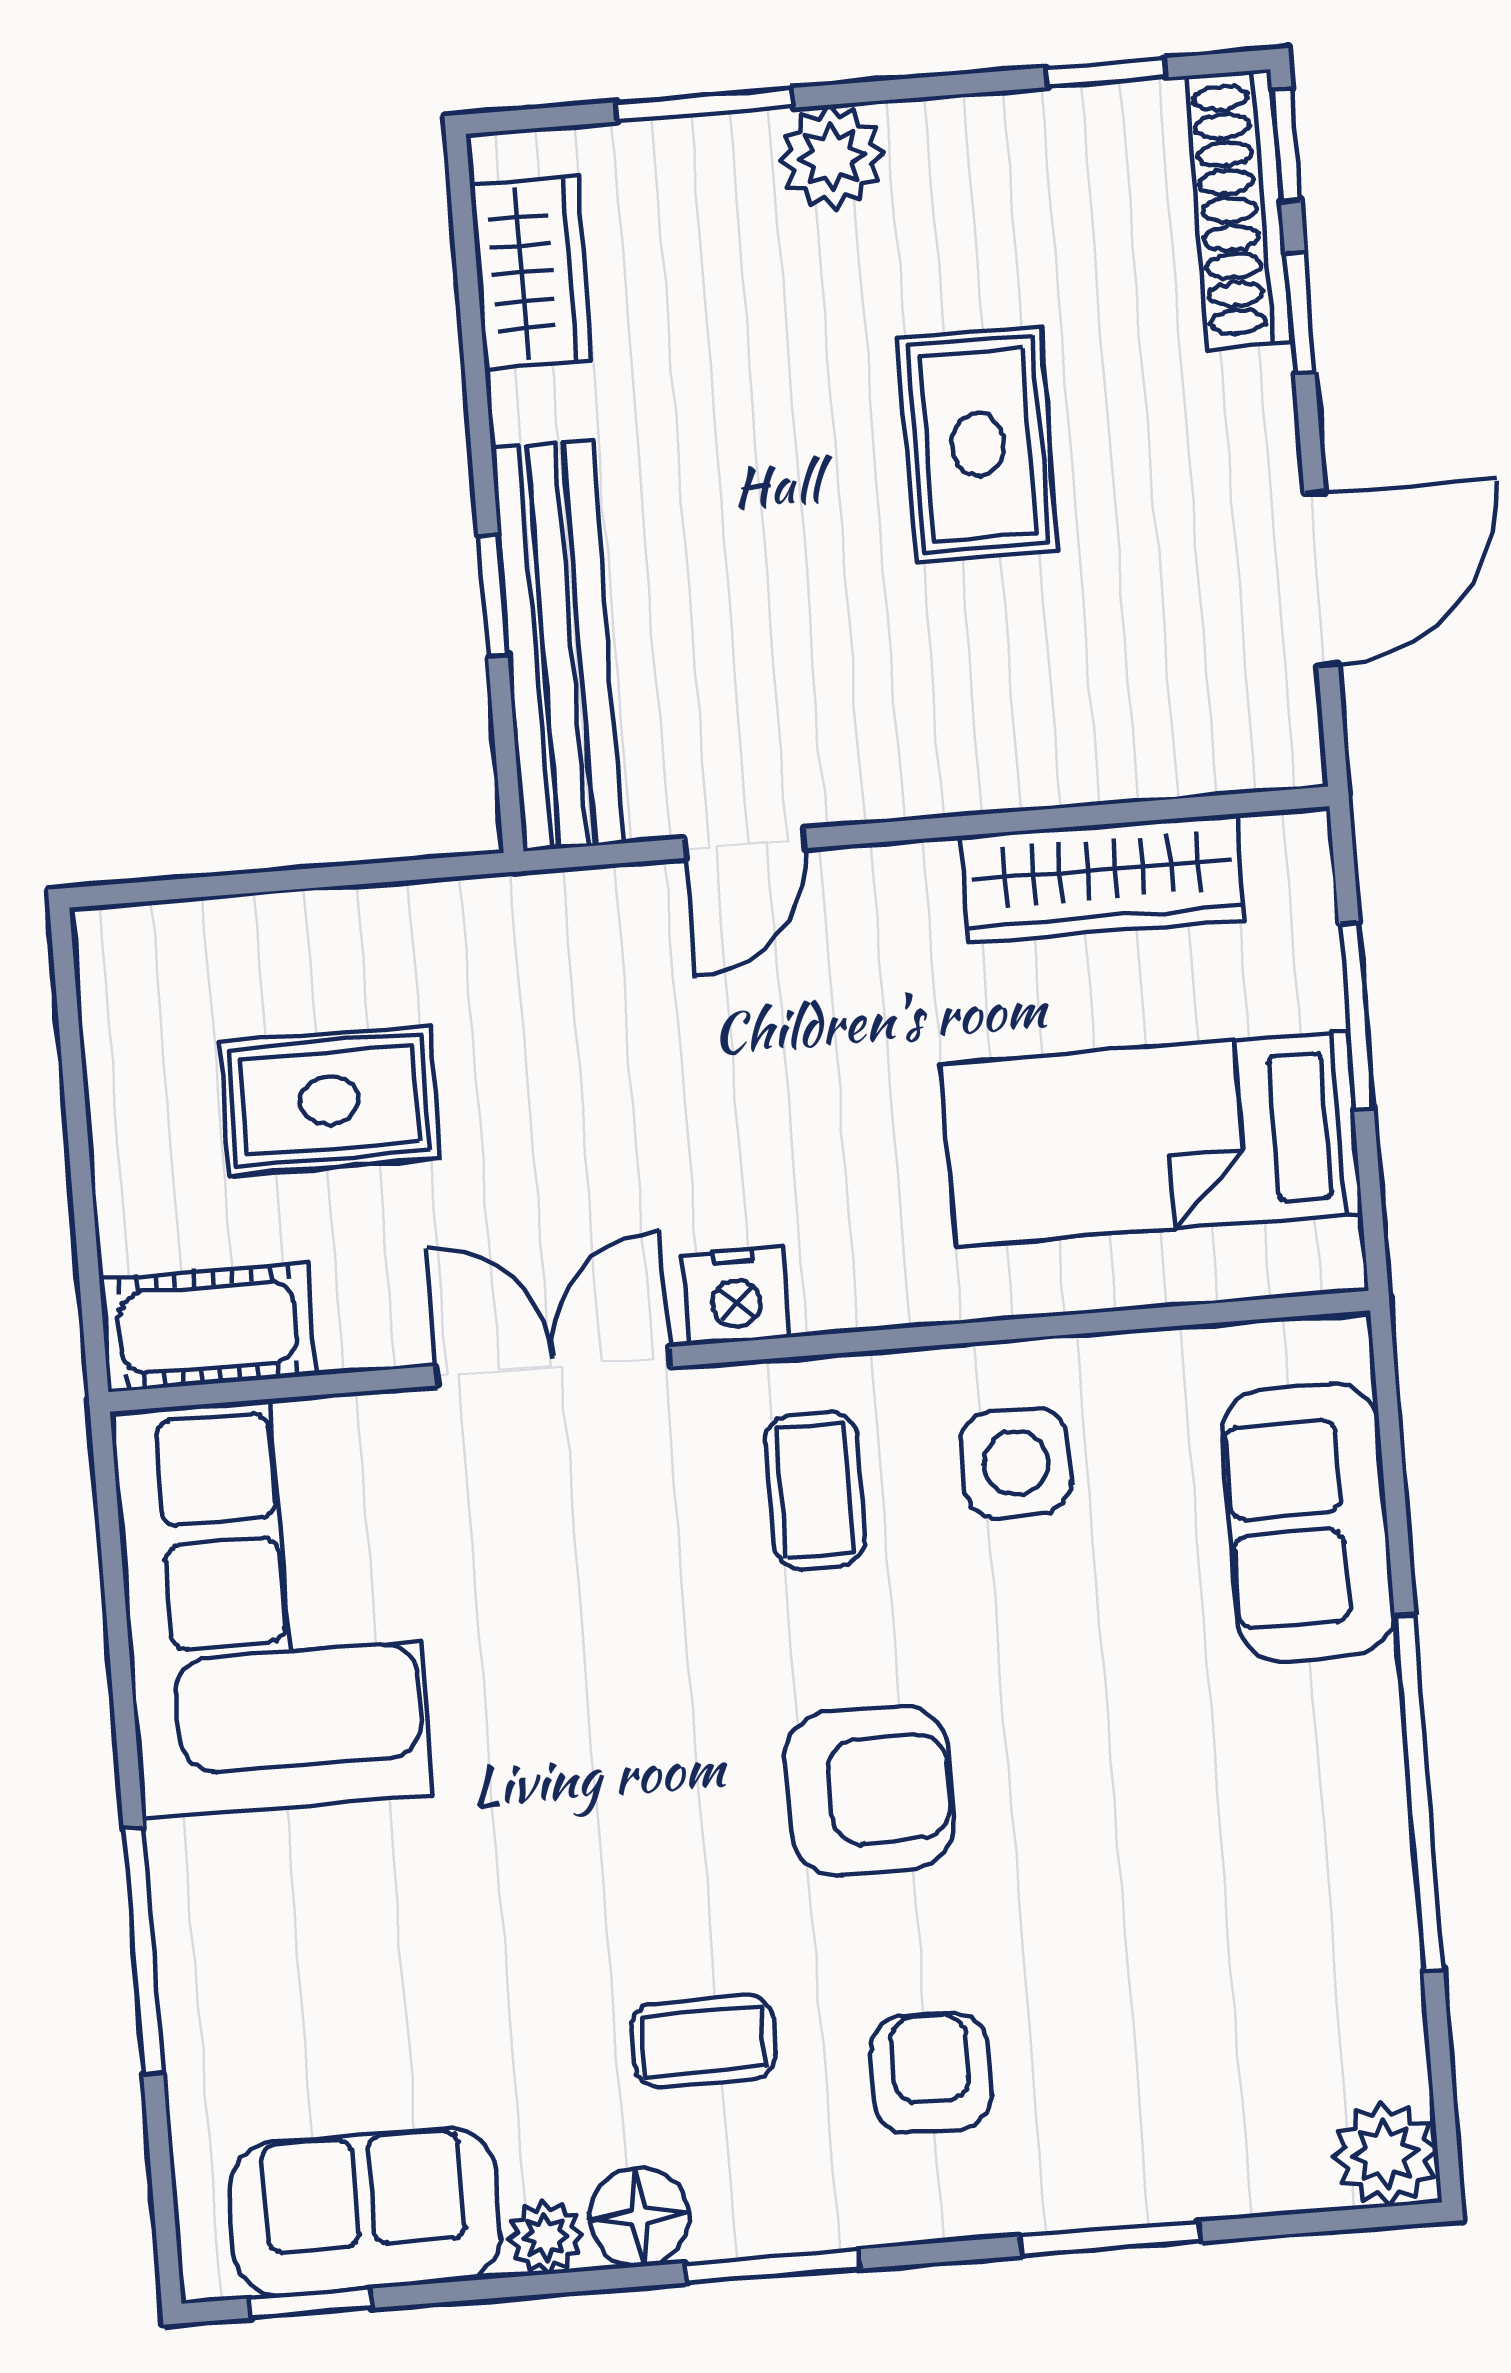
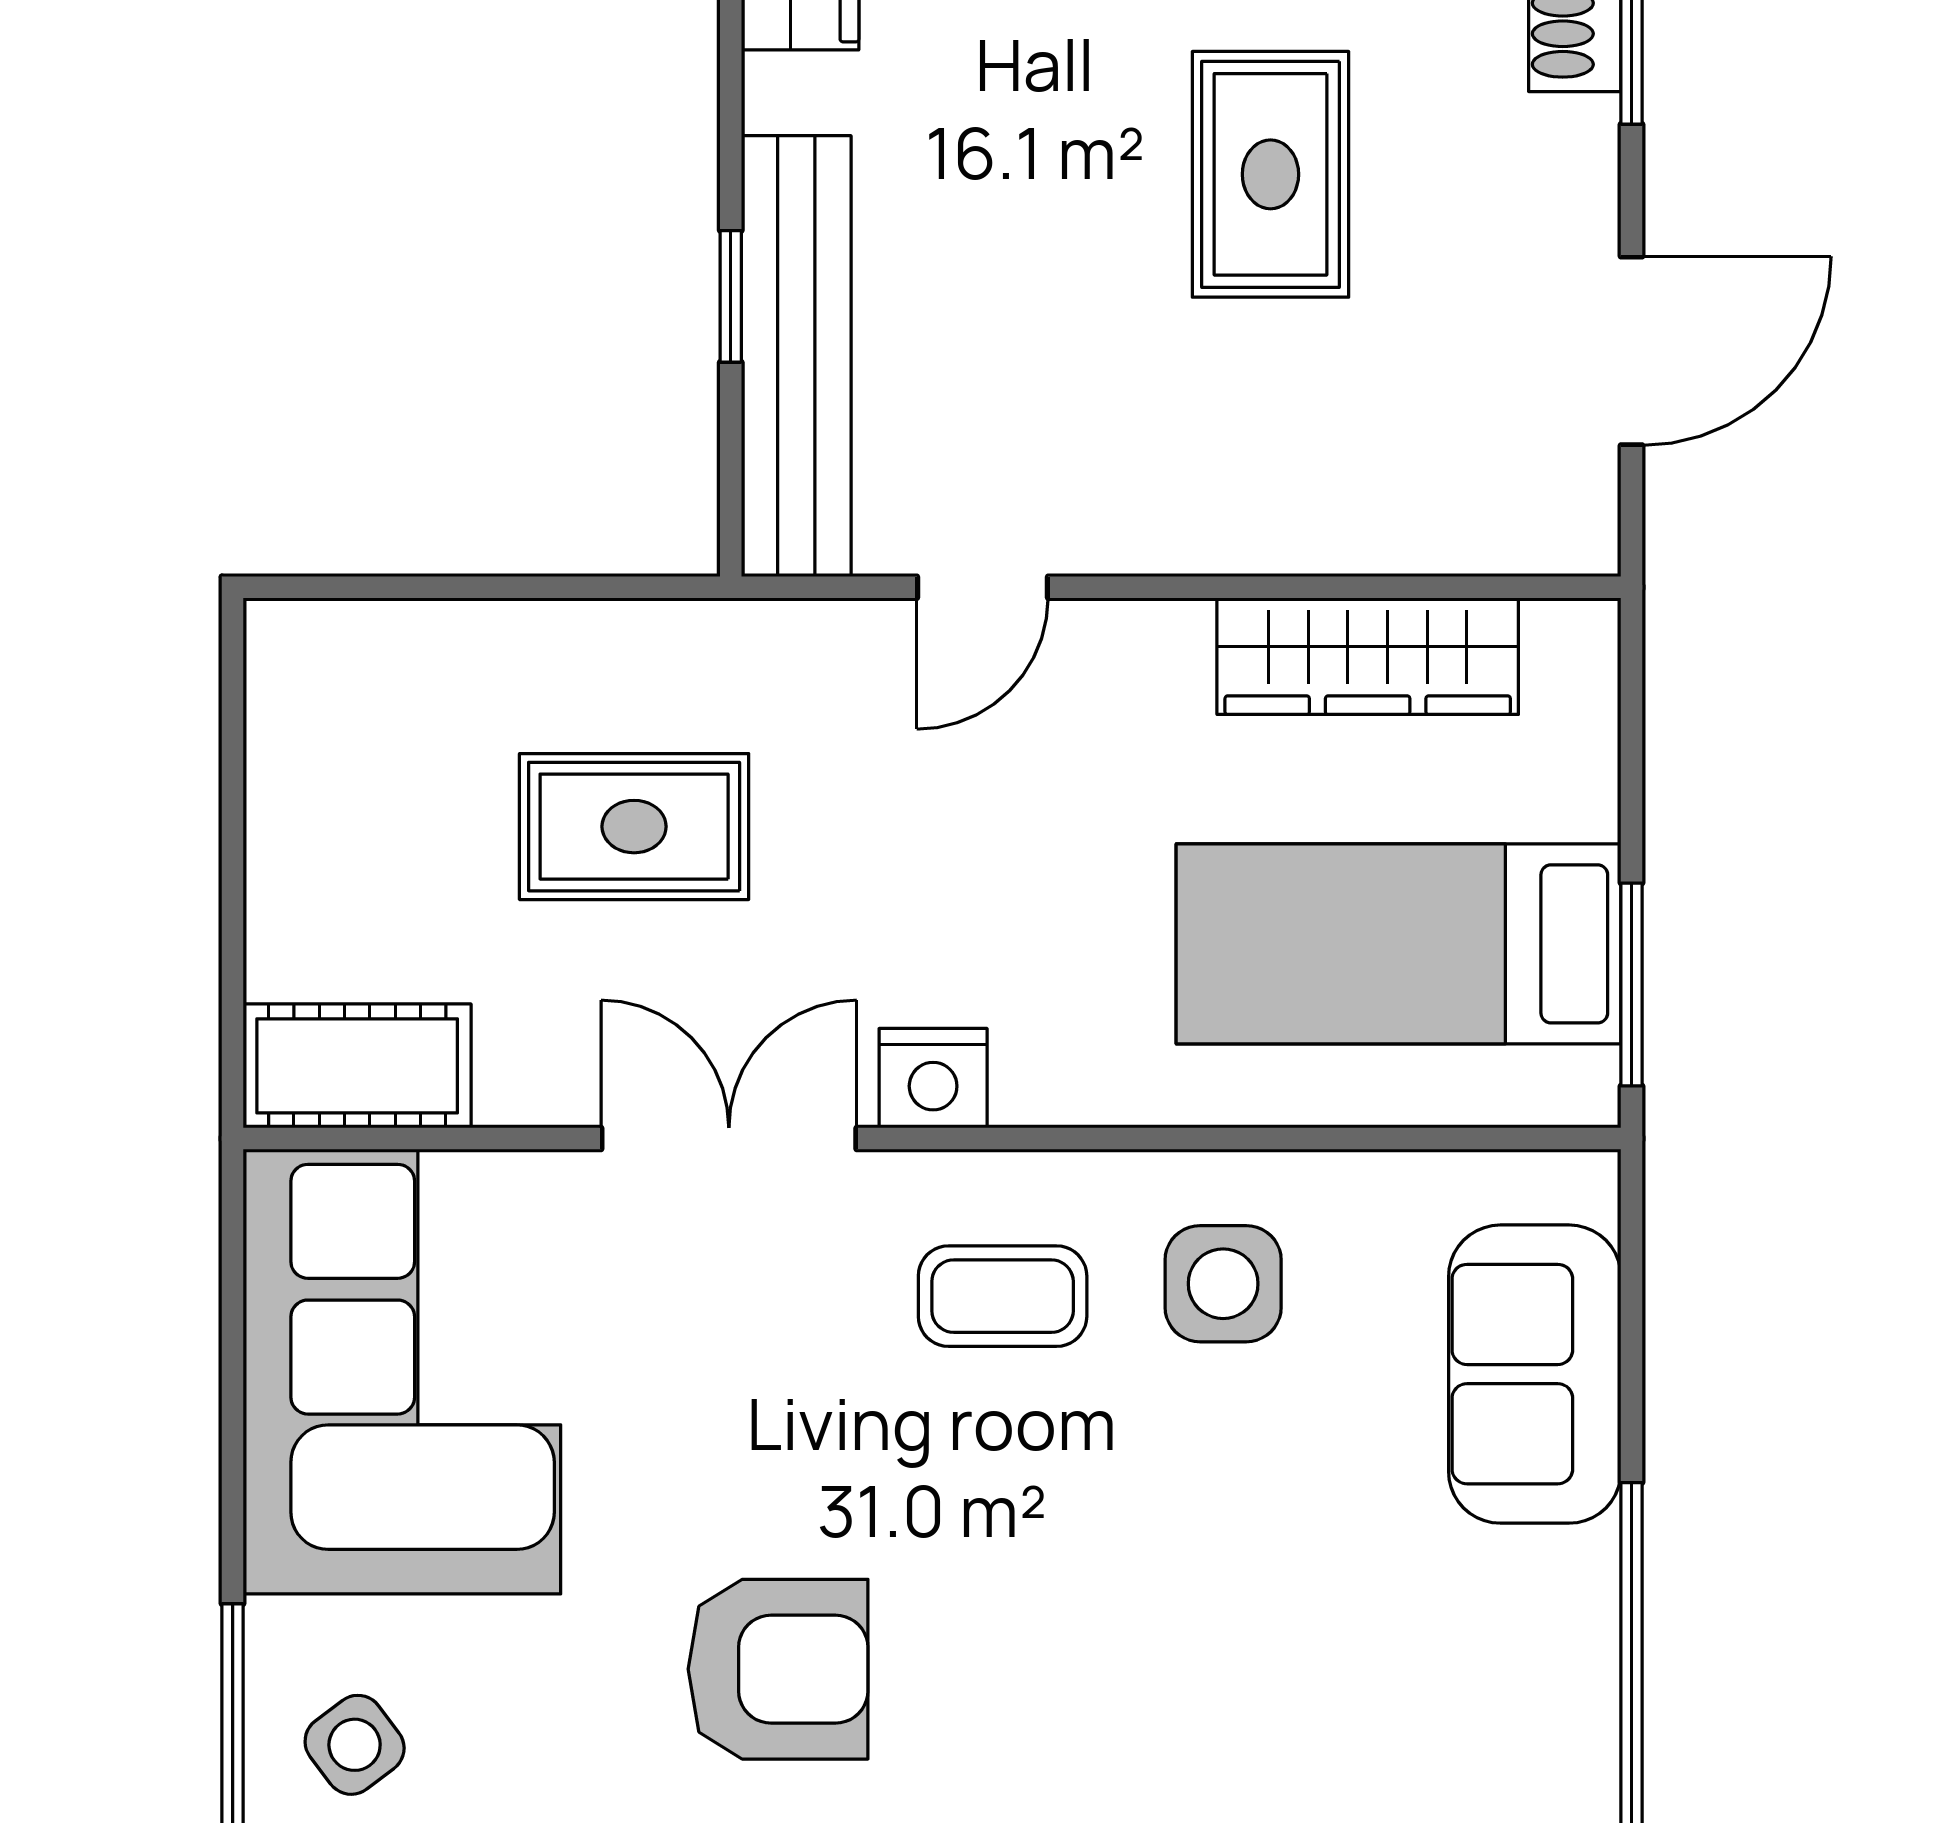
window: (1356, 1016) -> (1632, 985), moved
rug: (330, 1100) -> (634, 827), moved
coffee table: (815, 1490) -> (1003, 1296), turned 90
armchair: (869, 1790) -> (778, 1669), moved
side table: (255, 1949) -> (355, 1745), added

